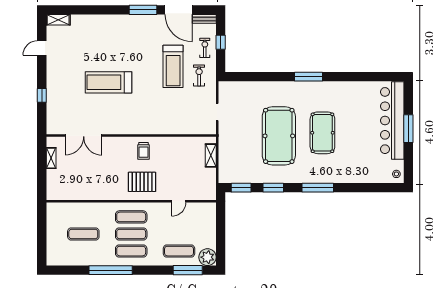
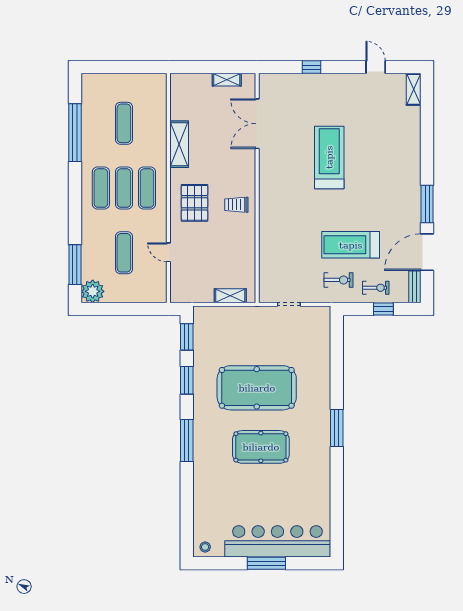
shelving: (99, 193) -> (179, 144), added
exercise mat: (179, 251) -> (124, 253), moved
window: (111, 270) -> (75, 133), moved

